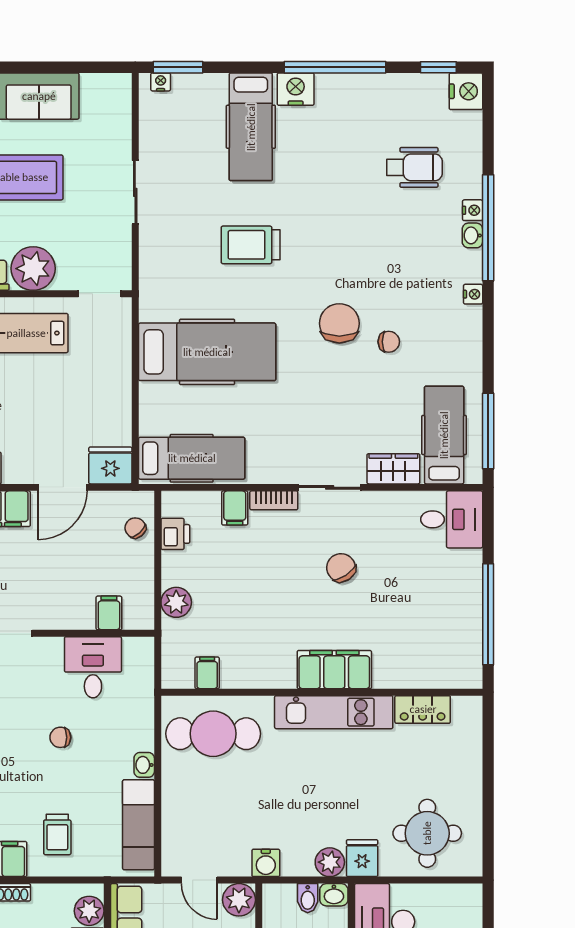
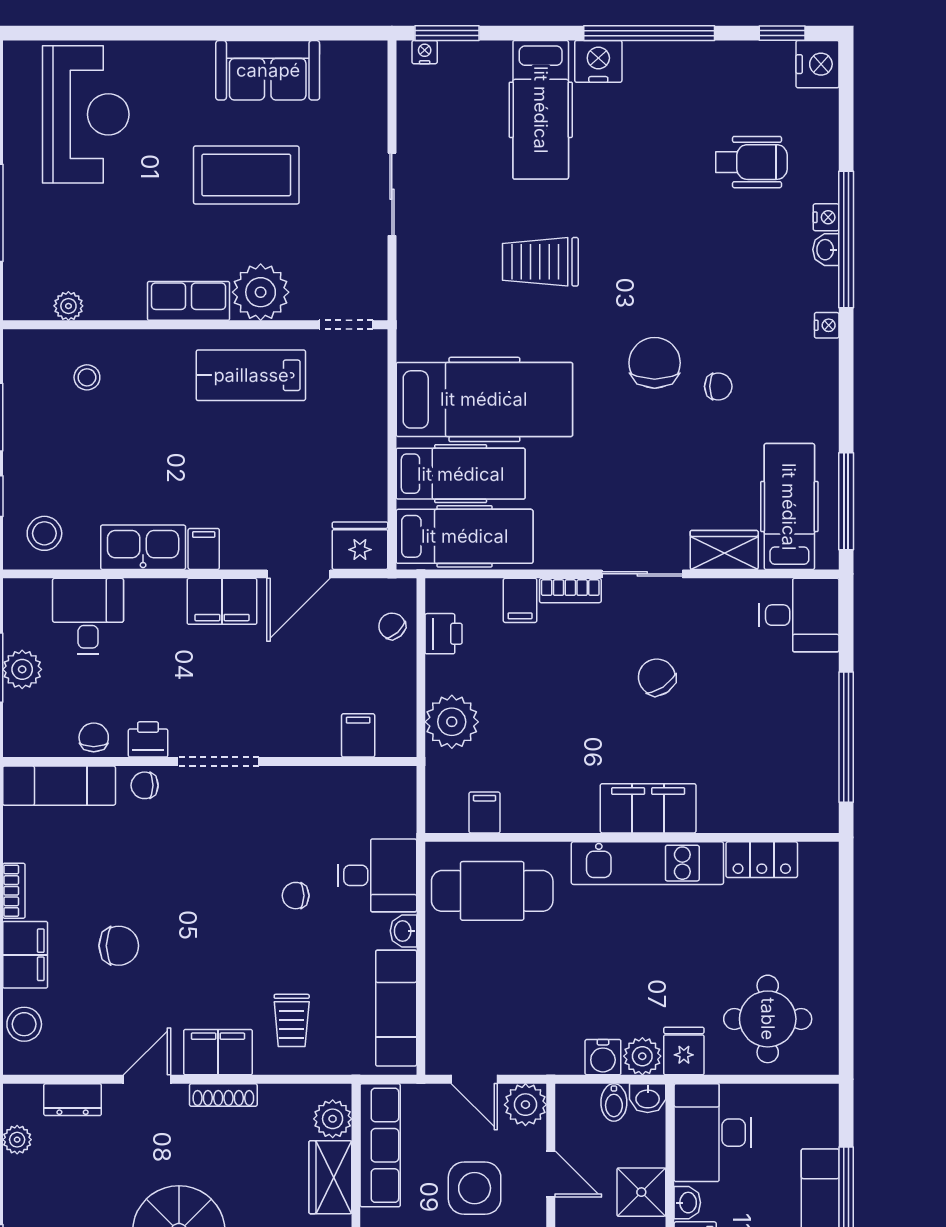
hospital bed: (189, 409) -> (461, 474), added
plant: (176, 602) -> (452, 722), width x1.36, depth x1.36
desk: (93, 667) -> (377, 875), moved, turned 90
water cooler: (266, 863) -> (603, 1057), moved

